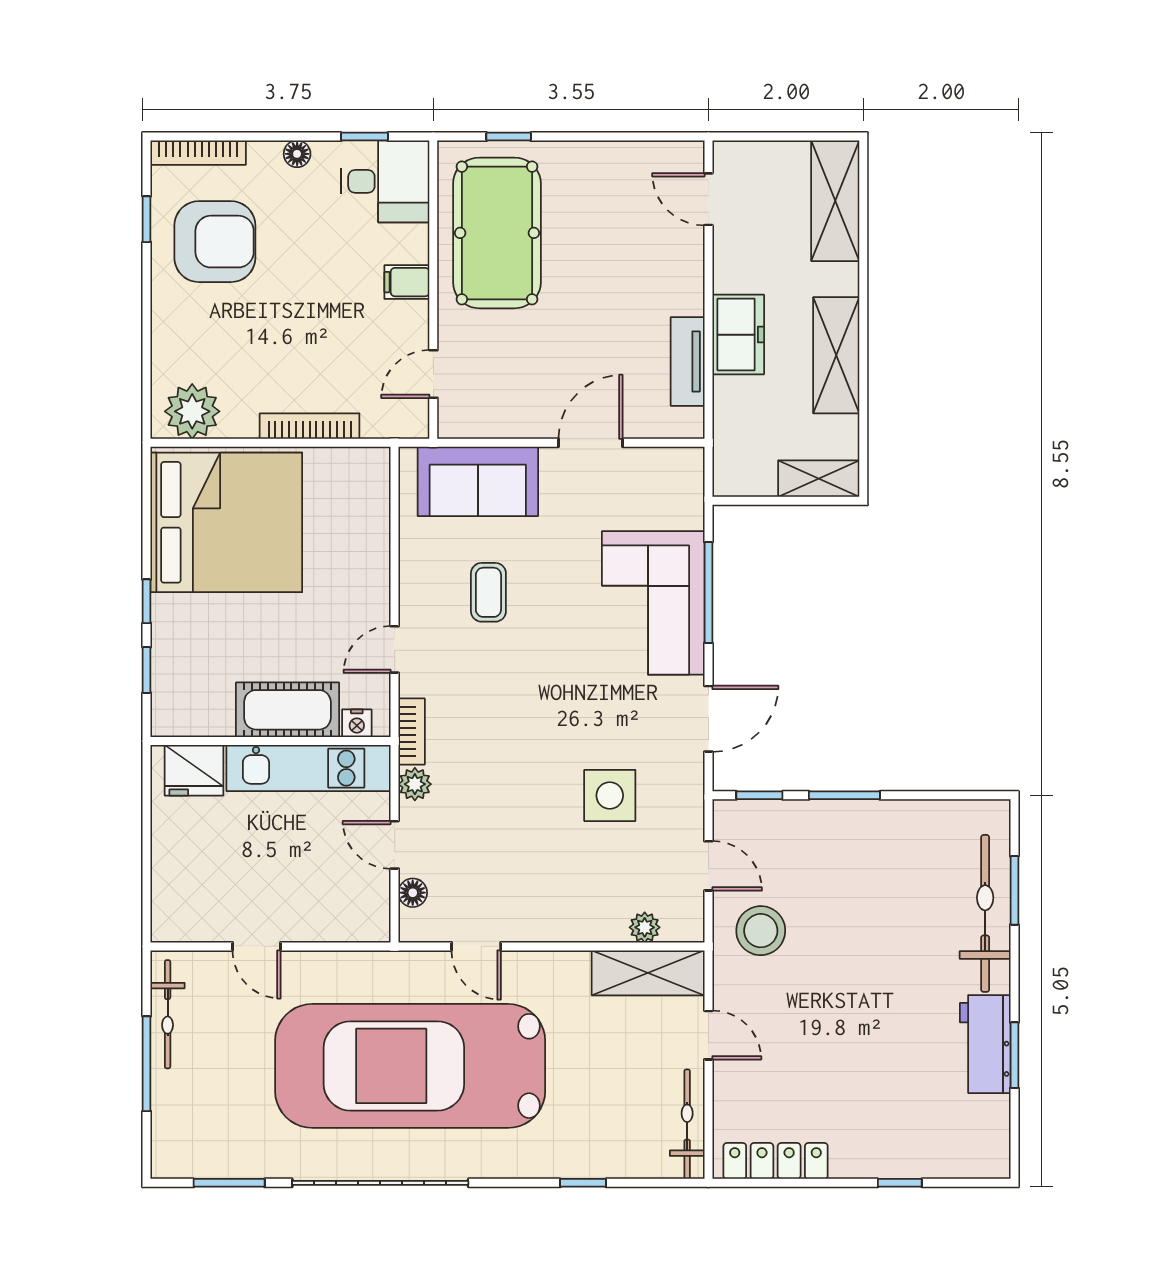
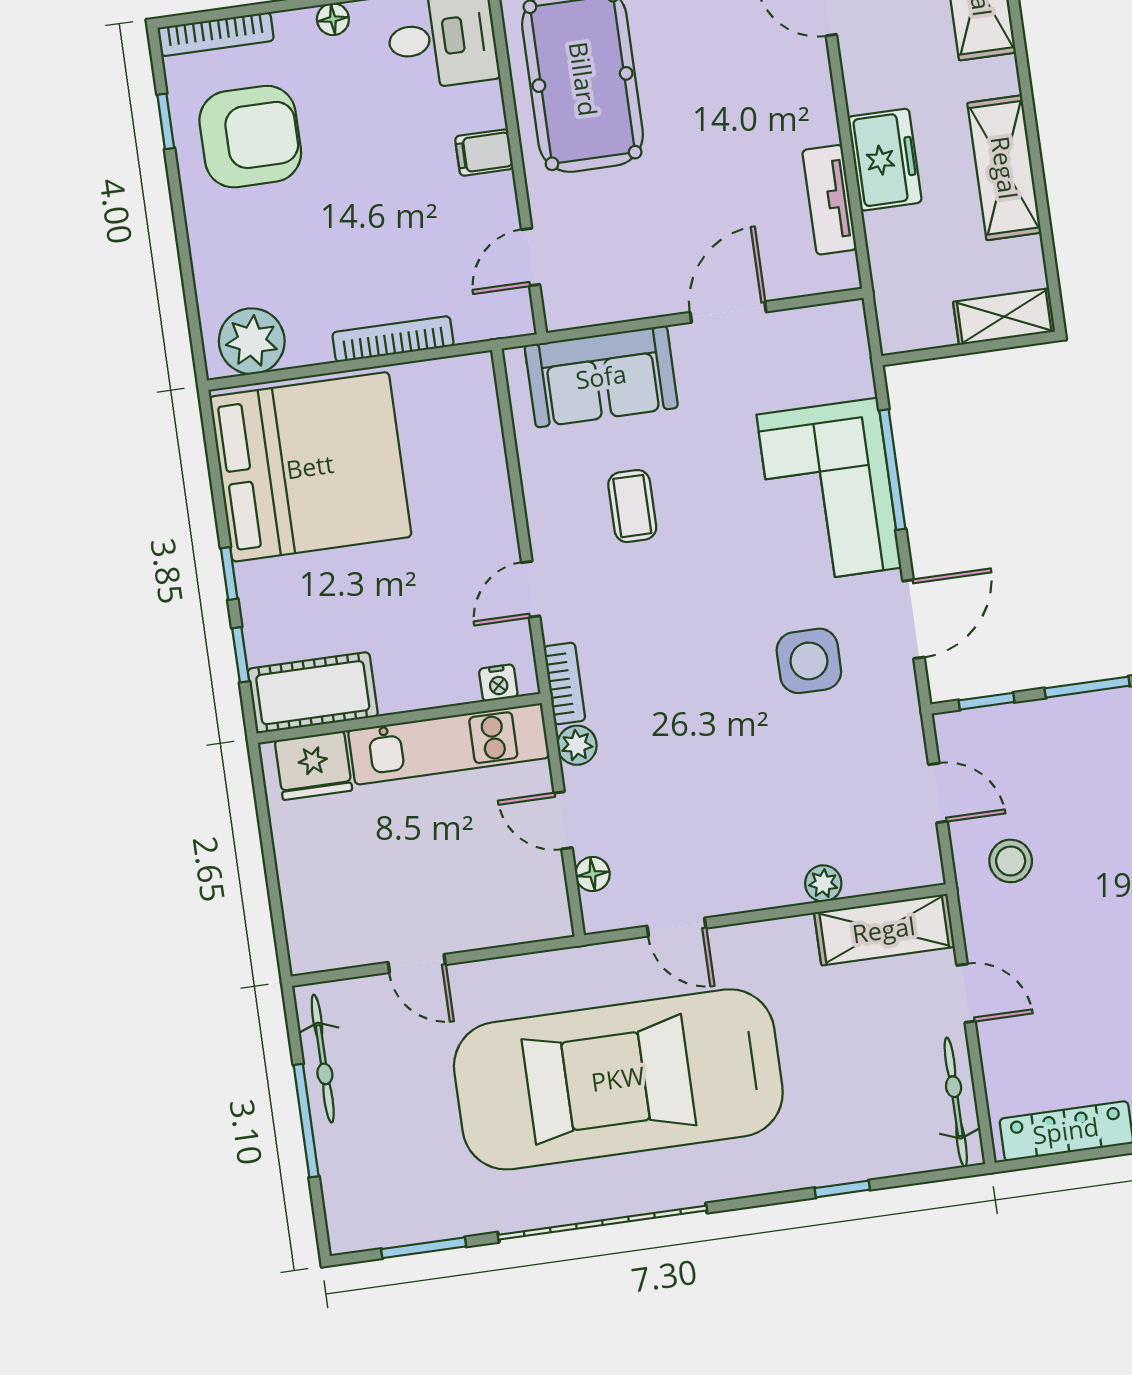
cot: (287, 710) -> (313, 693), moved
side table: (610, 795) -> (809, 661), moved
plant: (645, 927) -> (823, 883), moved
stool: (761, 931) -> (1011, 861), width x0.73, depth x0.73

